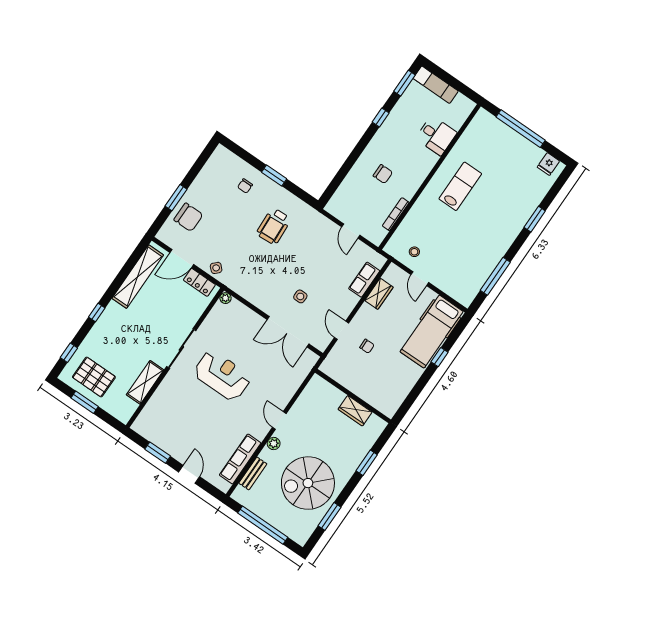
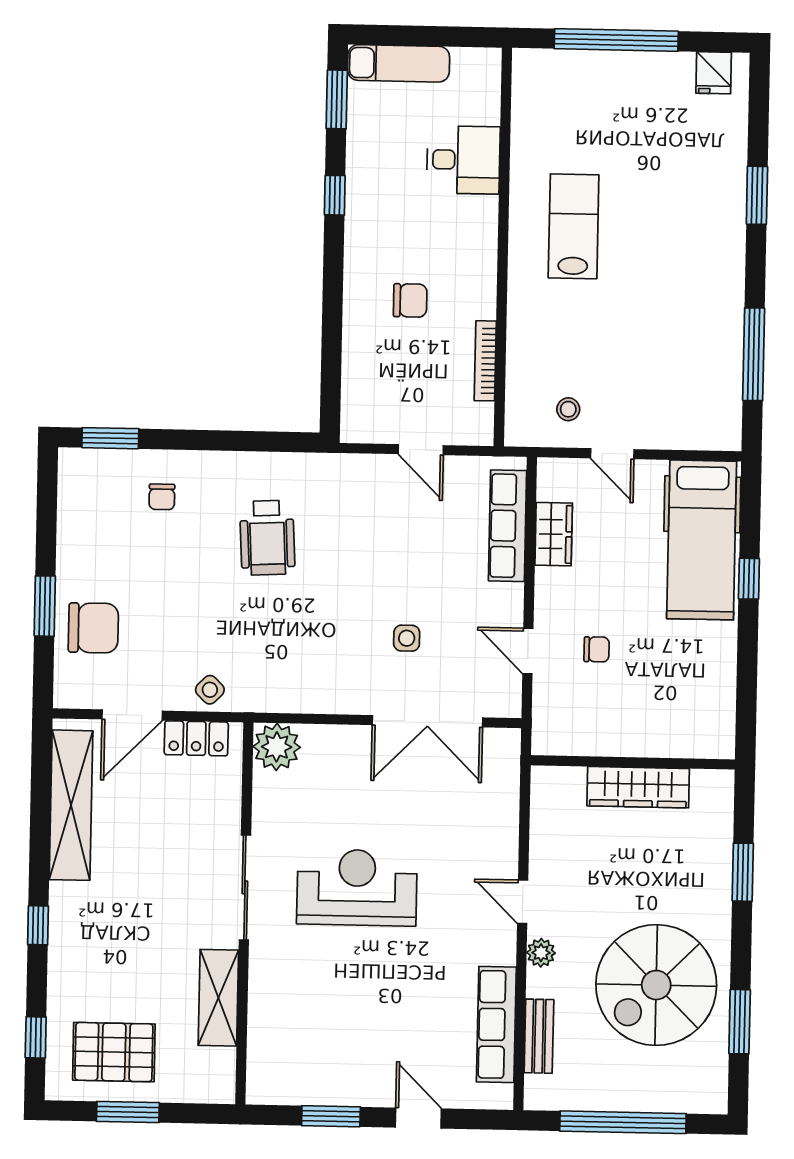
window: (274, 175) -> (110, 438), moved
row of seats: (364, 280) -> (508, 526), width x1.48
plant: (225, 298) -> (277, 747), width x1.87, depth x1.87
wardrobe: (355, 411) -> (638, 787), width x1.50

